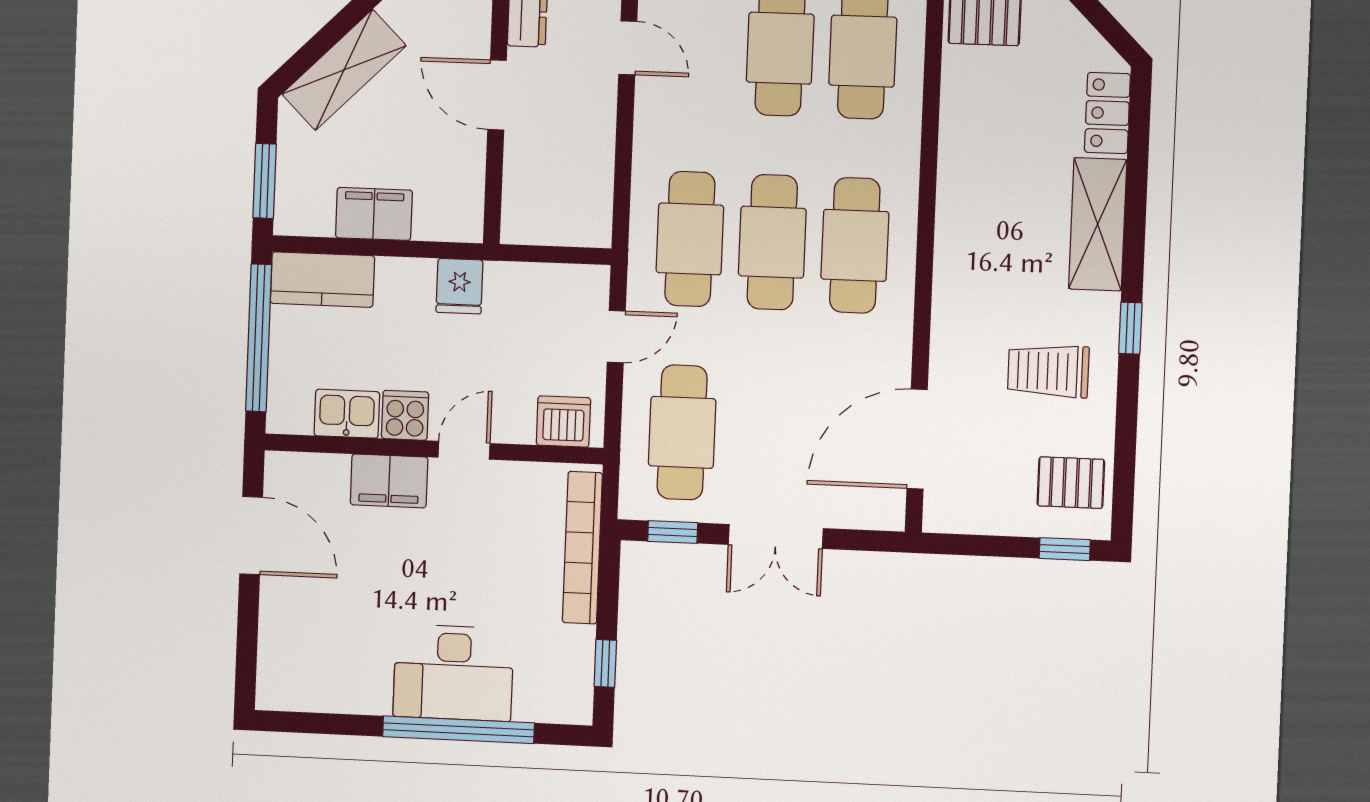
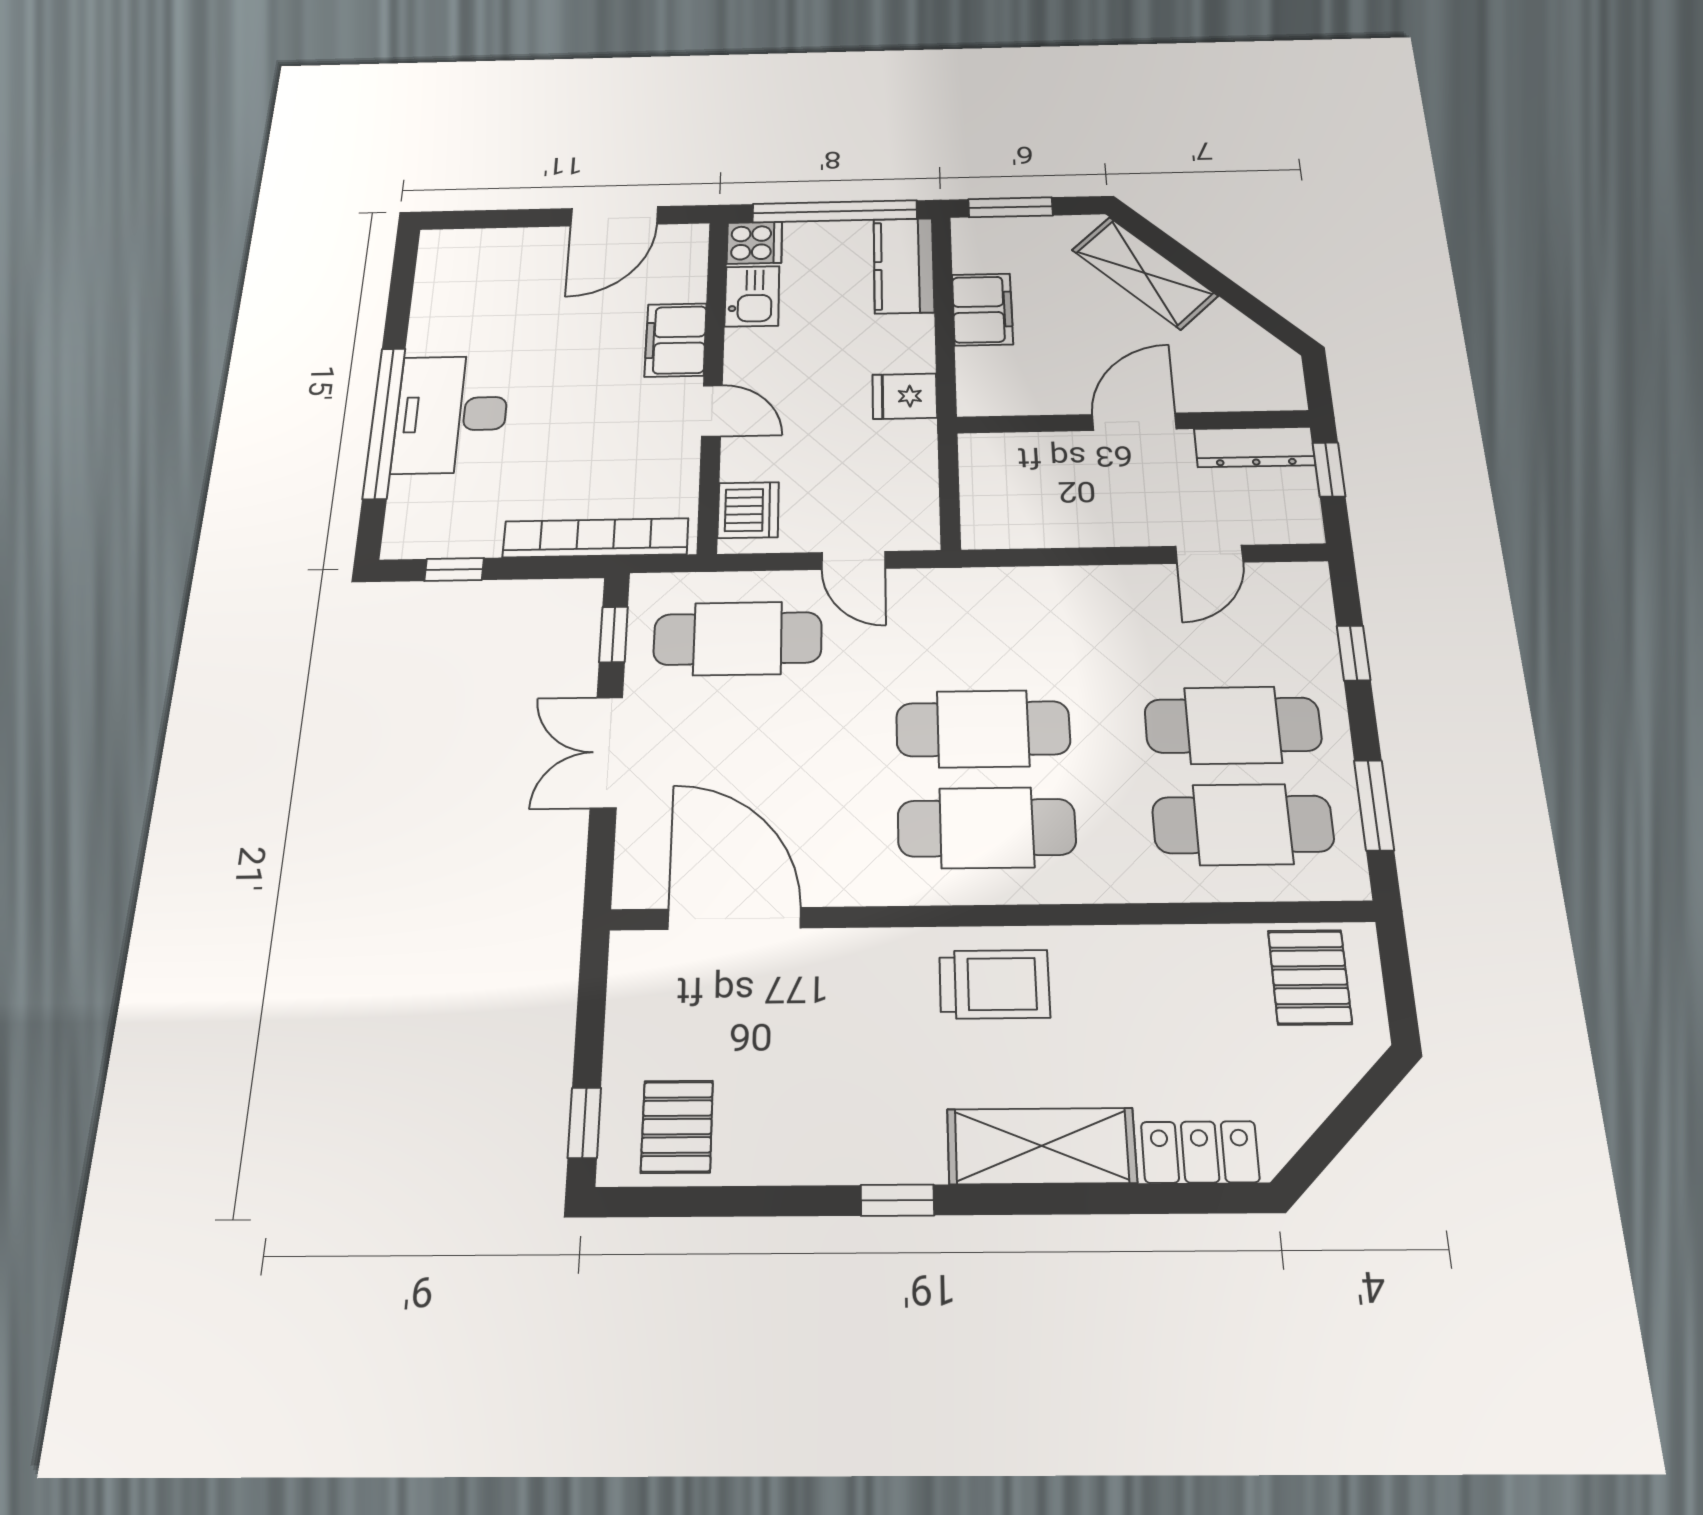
cafe table: (690, 239) -> (980, 635), removed
trolley: (1048, 371) -> (994, 984), moved, turned 90
cooker: (405, 415) -> (754, 243), moved

